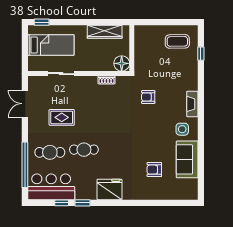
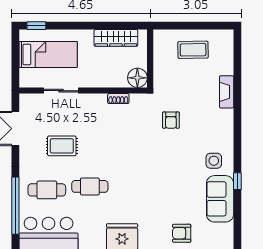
coffee table: (177, 41) -> (193, 50), moved
window: (201, 54) -> (237, 181), moved
armchair: (148, 97) -> (171, 120), turned -90
fireplace: (192, 104) -> (227, 92), moved
armchair: (154, 170) -> (182, 233), moved

